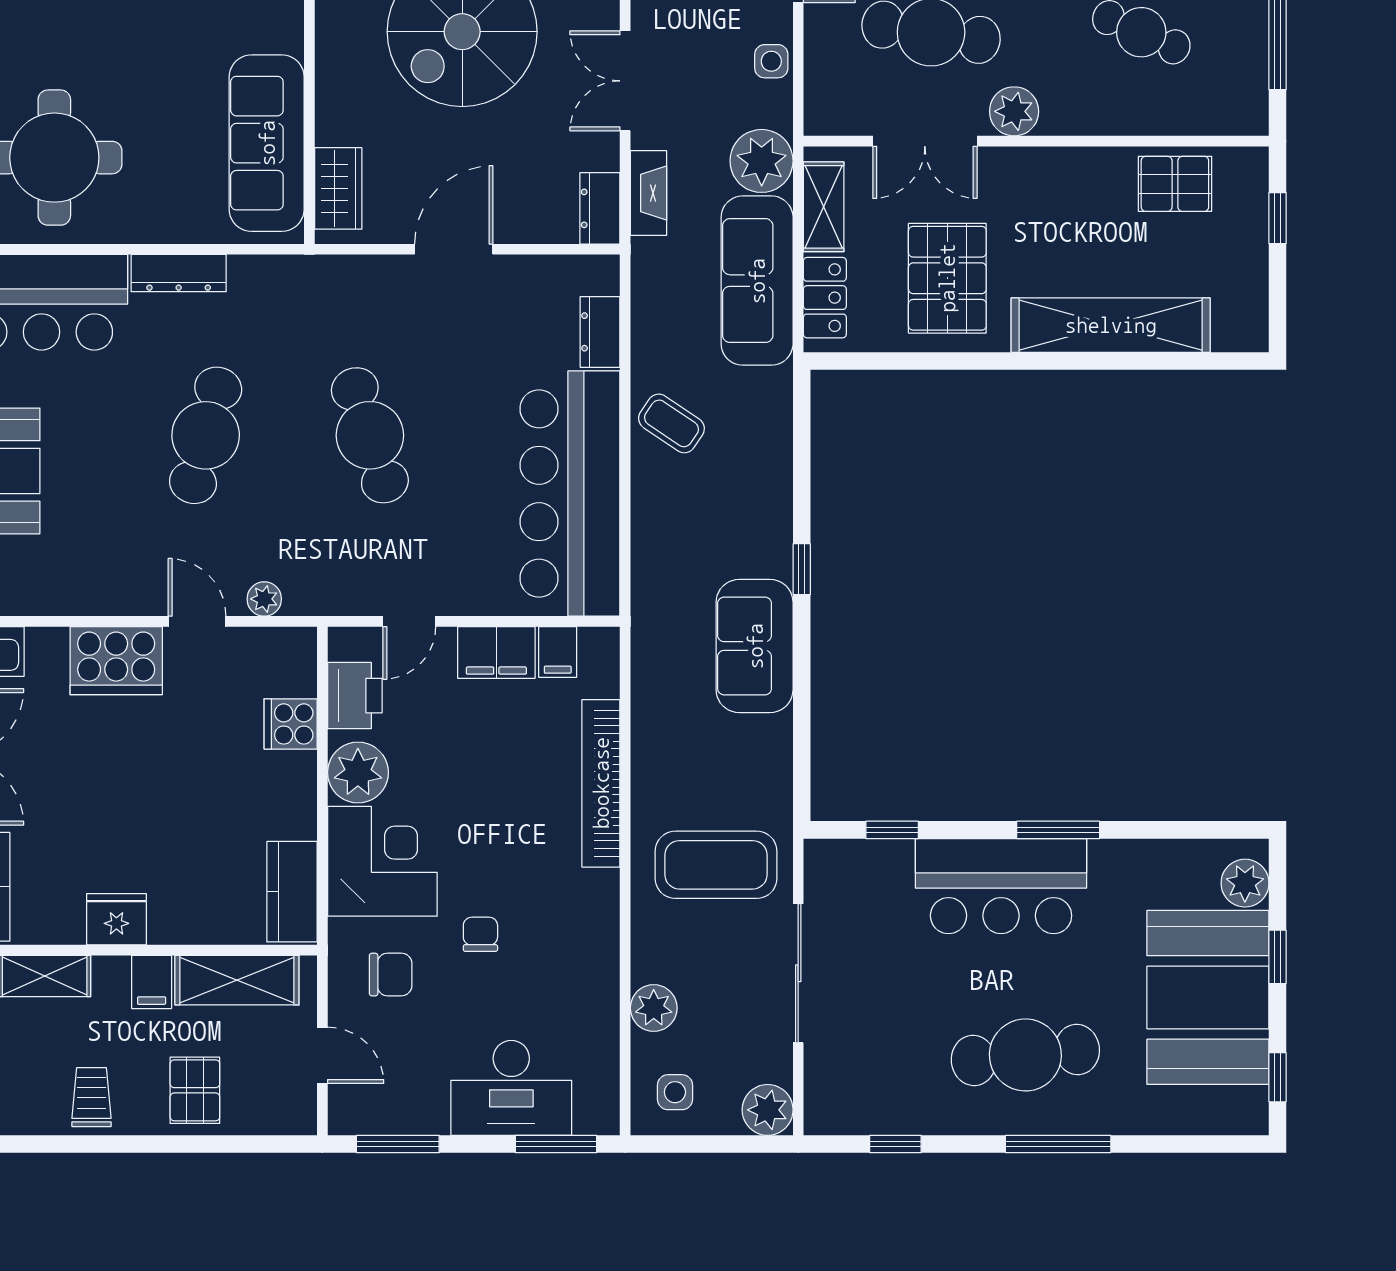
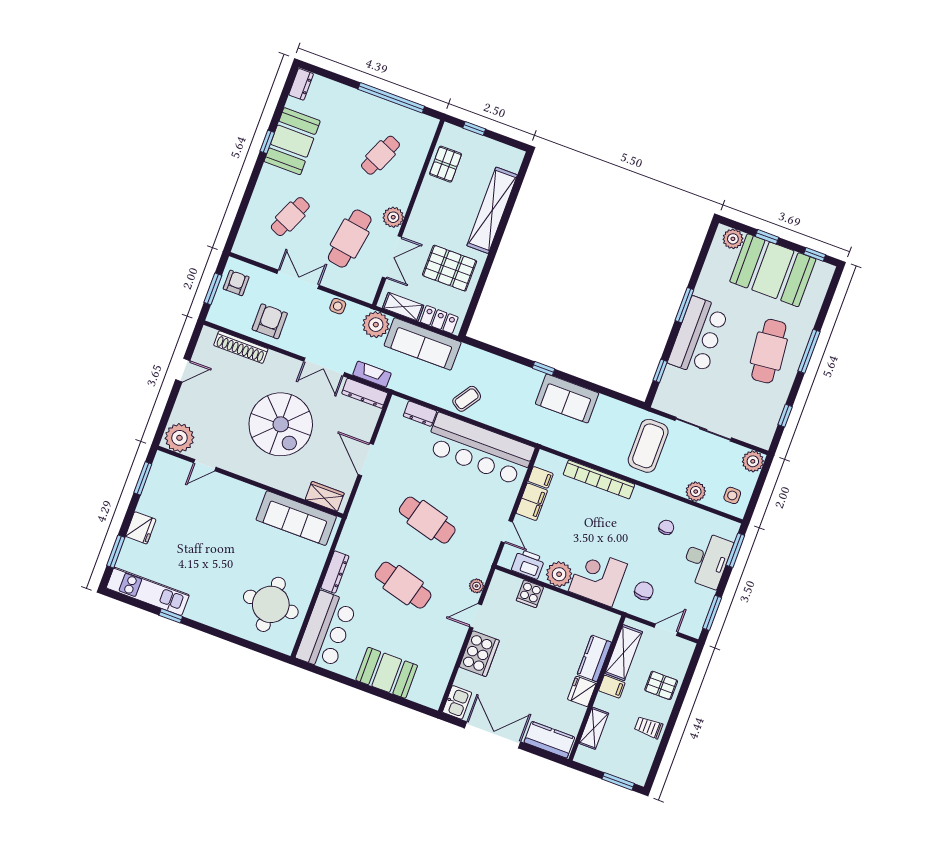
dresser: (600, 208) -> (365, 393), width x1.44
cafe table: (370, 435) -> (427, 520), turned 33
kitchen counter: (292, 892) -> (594, 658), moved, turned 90
chair: (480, 934) -> (666, 527), moved, turned 90

